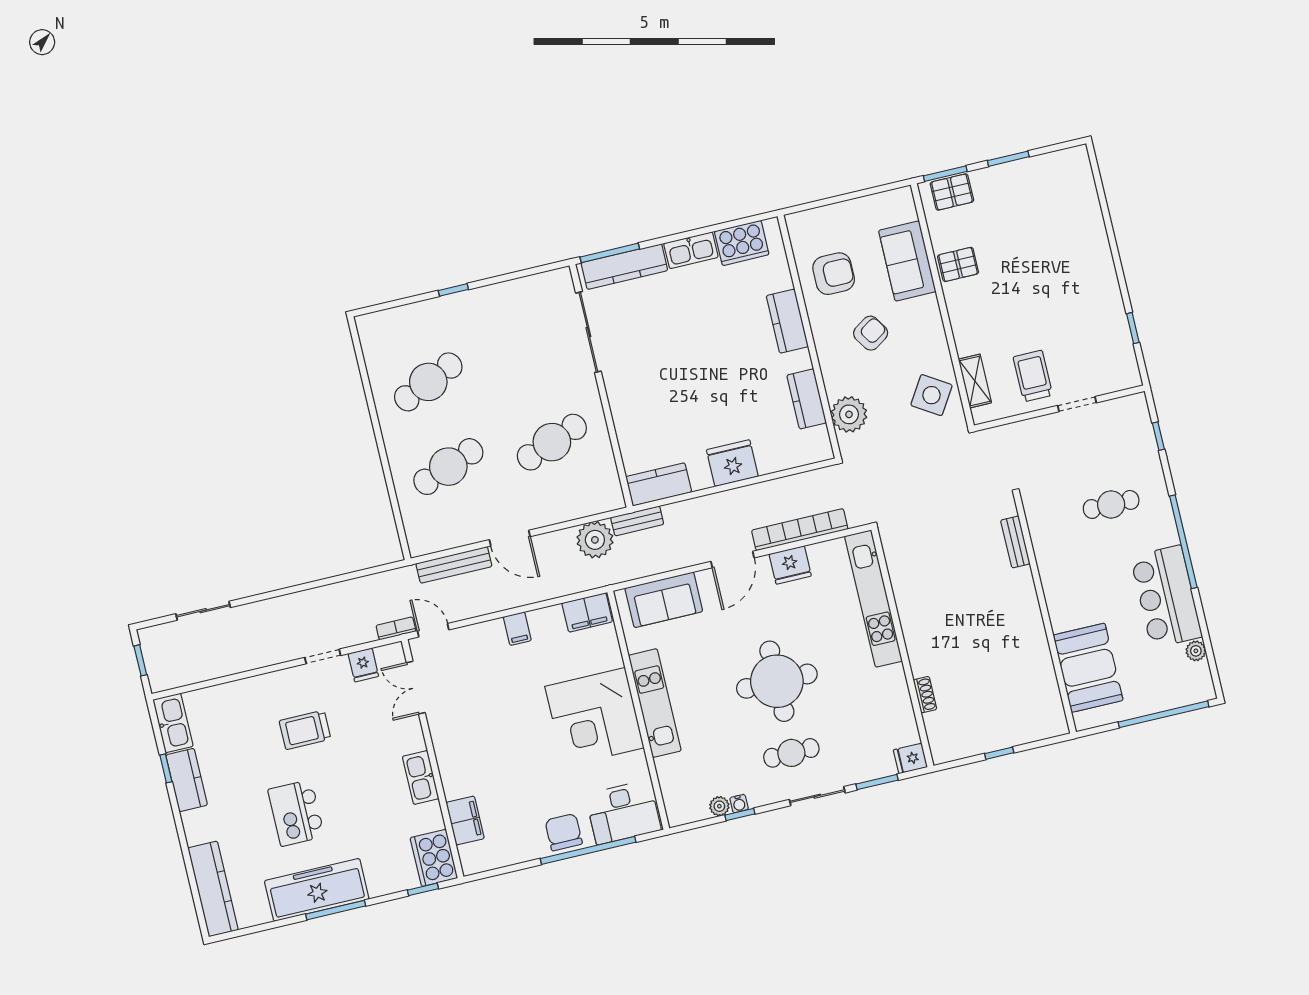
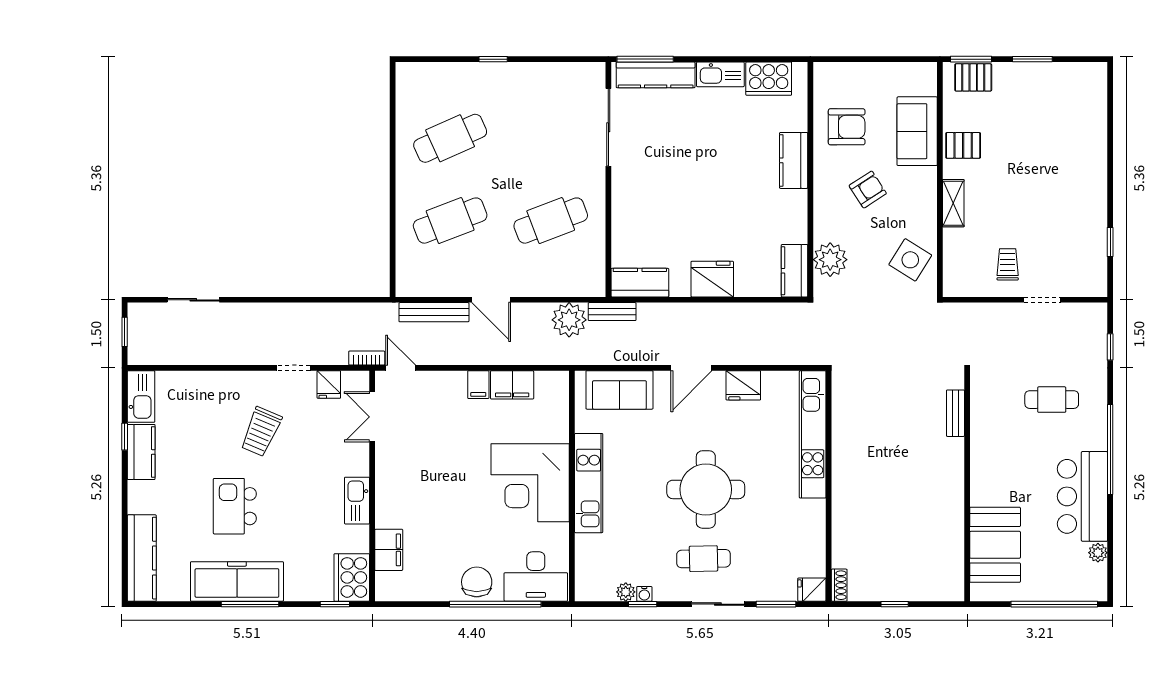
trolley: (1033, 376) -> (1008, 264), width x0.73, depth x0.72
shelving: (975, 381) -> (953, 203), moved
kitchen counter: (807, 399) -> (795, 271), moved
bookcase: (800, 530) -> (760, 355), removed
filing cabinet: (587, 612) -> (512, 385), moved
shoe rack: (925, 695) -> (839, 585), moved
trolley: (305, 730) -> (261, 432), turned -67

